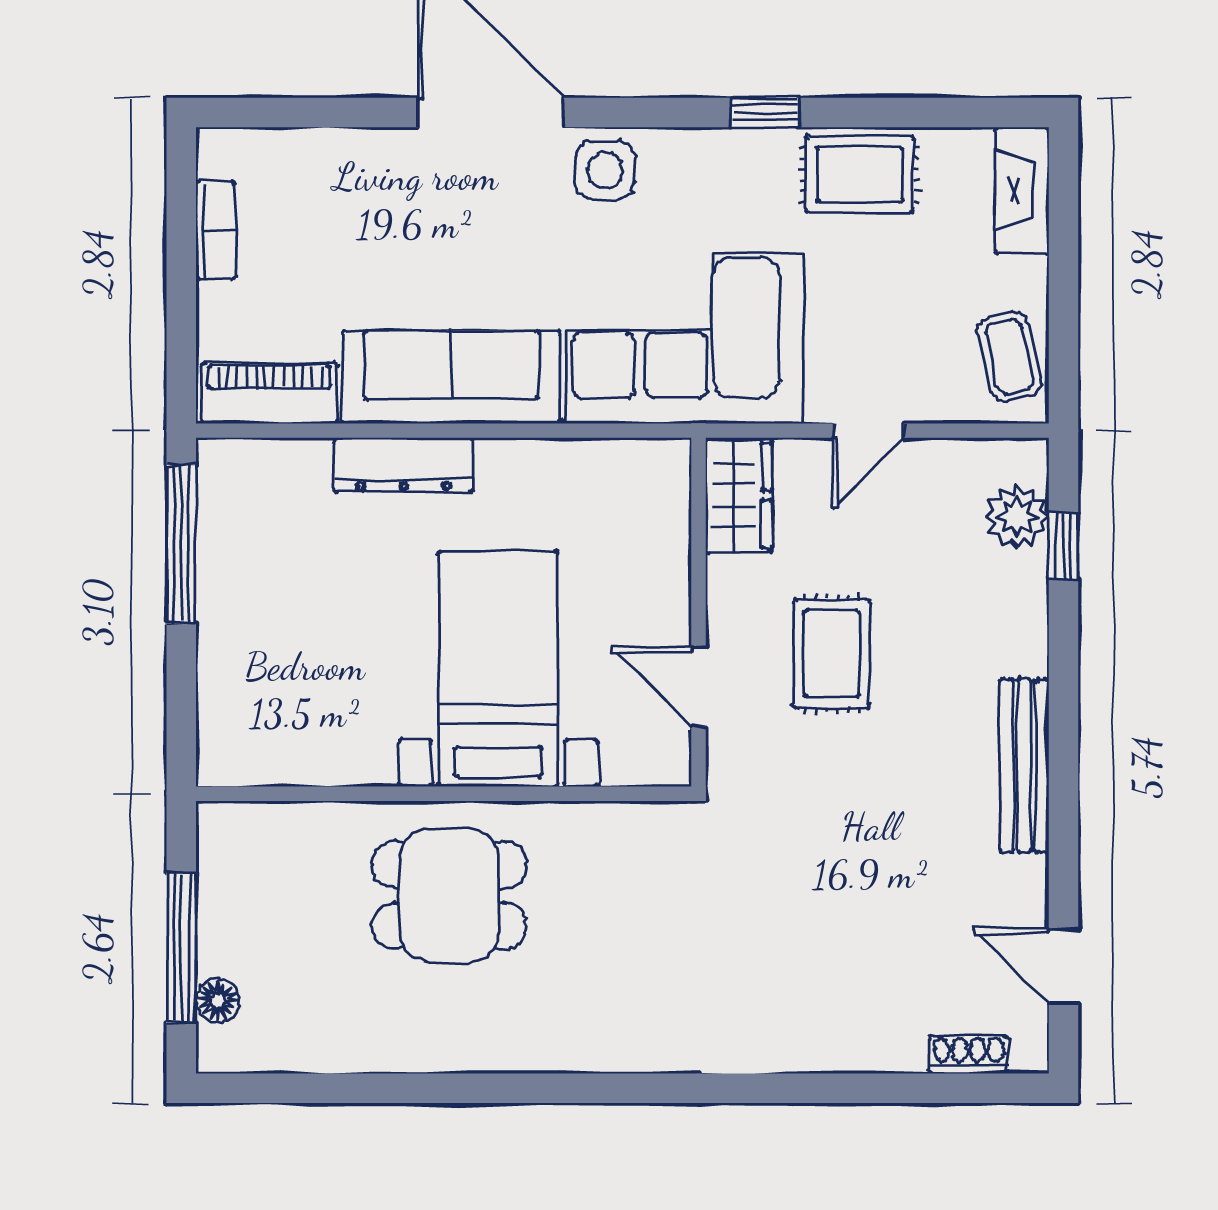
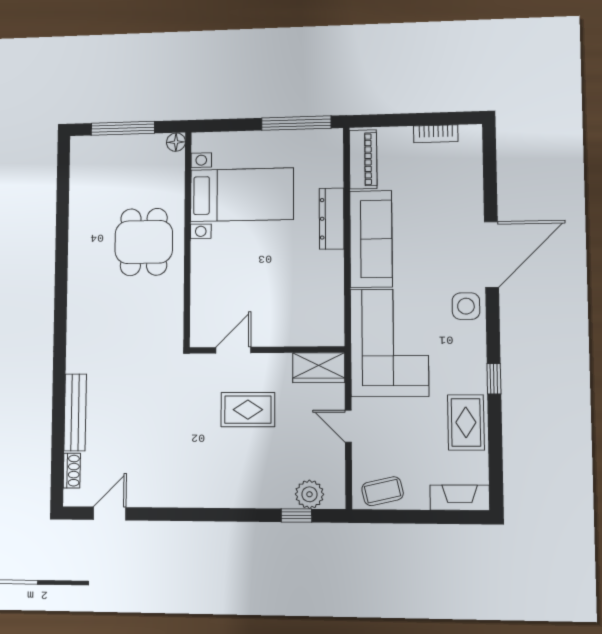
bed with nightstands: (498, 669) -> (242, 195), moved
bench: (1024, 766) -> (75, 412), moved, turned 90
floor lamp: (218, 1000) -> (176, 142), moved

